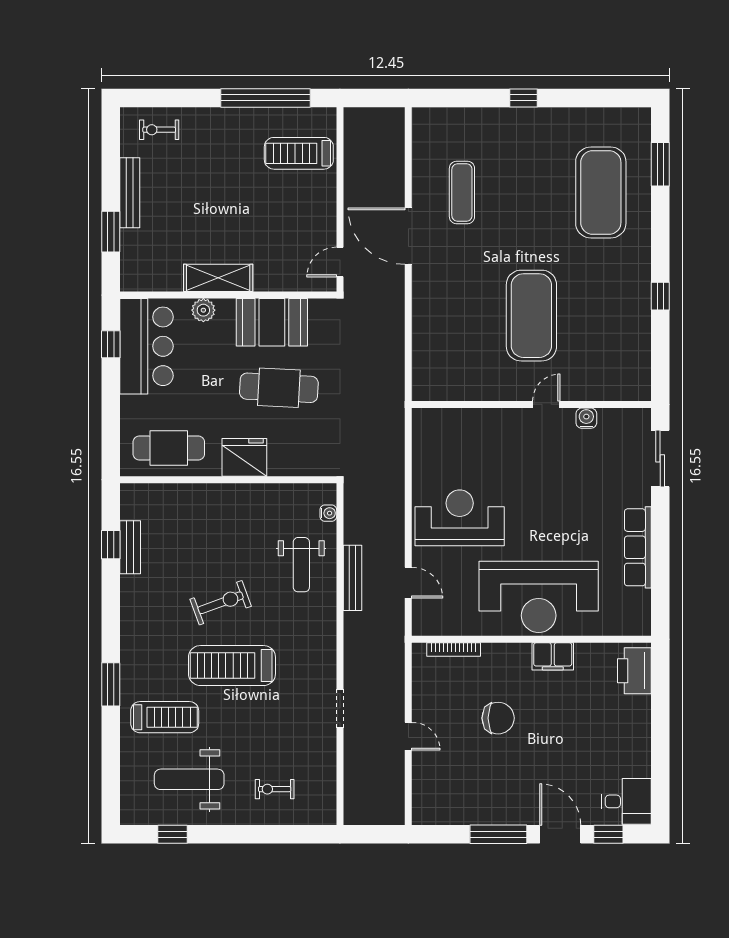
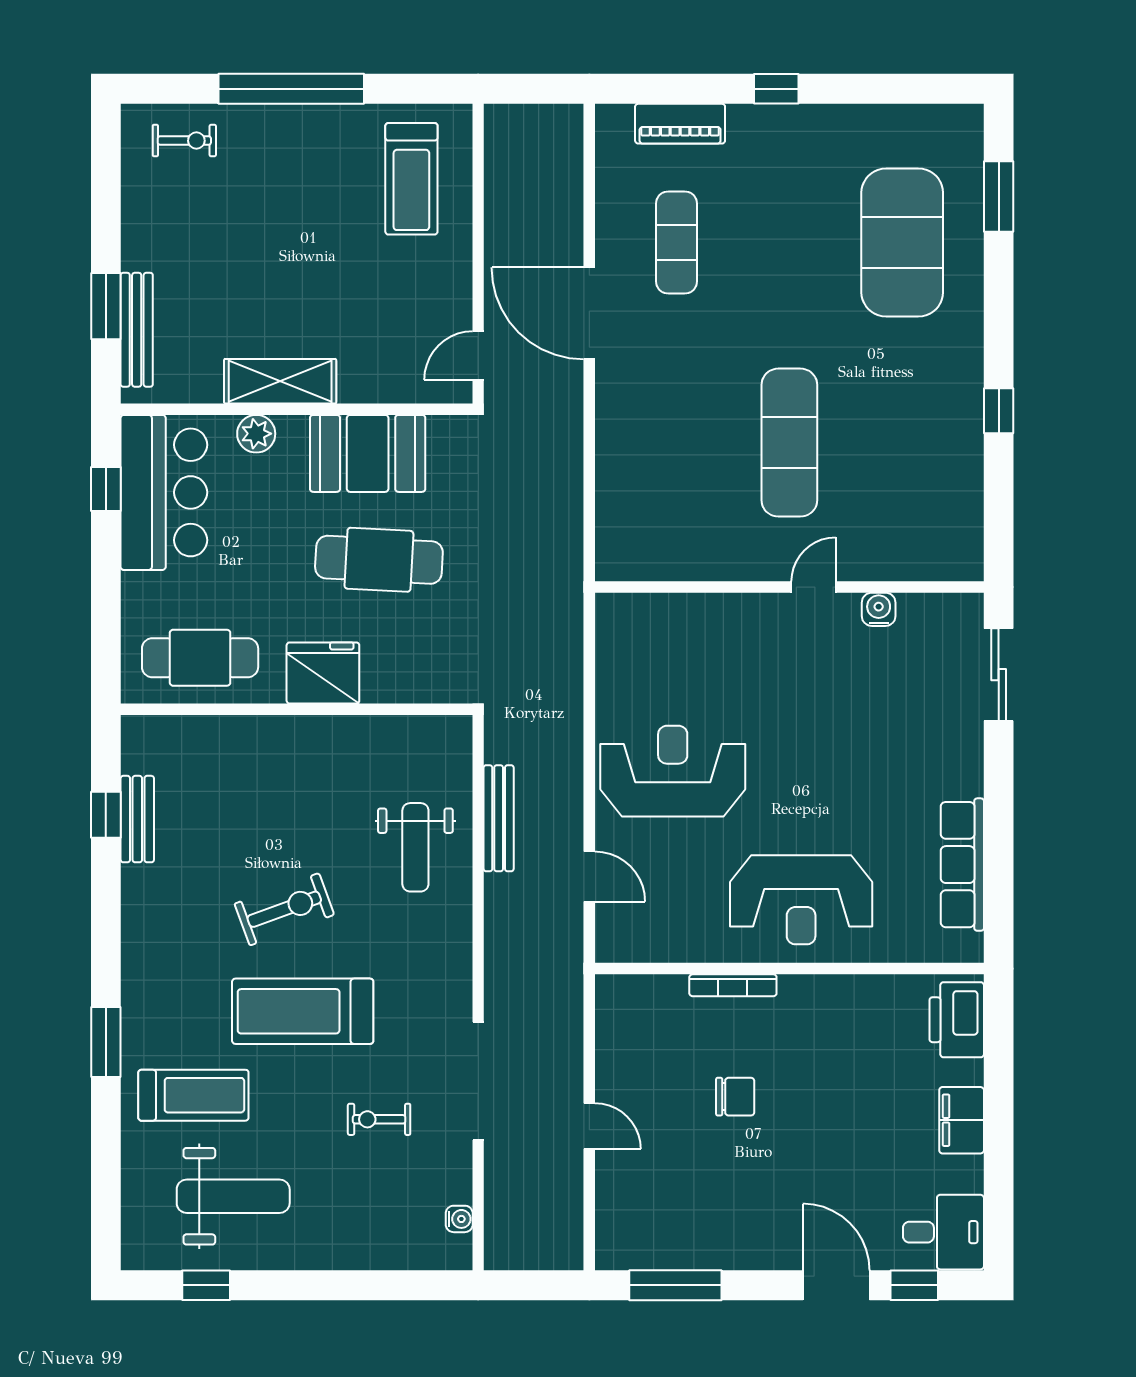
window: (265, 98) -> (291, 89), moved
piano: (464, 119) -> (680, 124), added
exercise bike: (159, 130) -> (184, 141), turned 180
treadmill: (299, 153) -> (411, 179), turned -90
bench: (130, 193) -> (137, 330), moved
exercise mat: (531, 316) -> (789, 443), width x0.68
water cooler: (328, 513) -> (459, 1219), moved
row of seats: (638, 547) -> (962, 865), moved
bench: (353, 578) -> (499, 818), moved
reception desk: (539, 597) -> (801, 900), width x0.74, depth x0.77
bookcase: (454, 650) -> (733, 985), moved
filing cabinet: (553, 656) -> (962, 1120), moved, turned 90
doorway: (340, 708) -> (478, 1081), width x1.87
chair: (498, 718) -> (735, 1097), width x0.73, depth x0.73
weight bench: (189, 779) -> (233, 1196), turned 180
exercise bike: (275, 789) -> (379, 1119), moved
window: (498, 834) -> (675, 1285), moved

